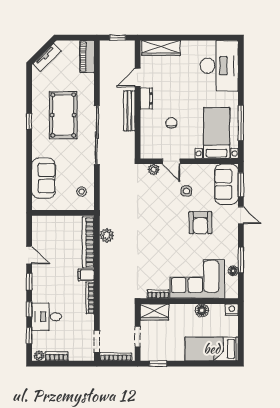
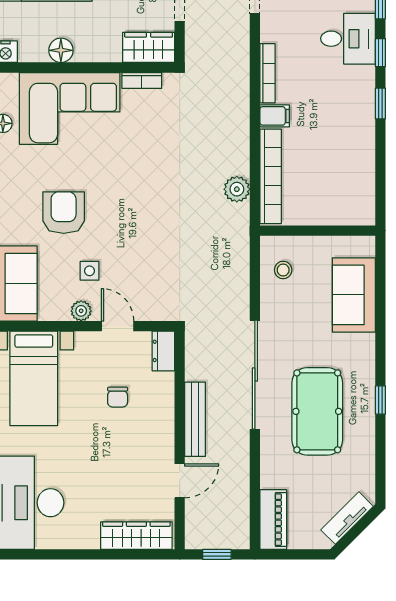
dresser: (146, 99) -> (163, 351), moved
plant: (154, 169) -> (81, 311), moved
door: (29, 255) -> (380, 153), removed

